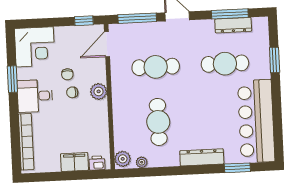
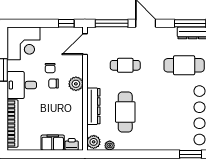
cafe table: (156, 67) -> (125, 65), width x0.73, depth x0.74
dresser: (202, 157) -> (93, 106), moved, turned 90

